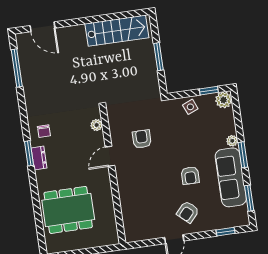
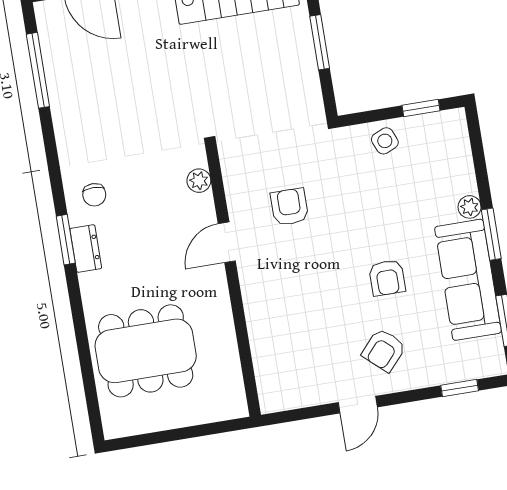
plant: (224, 100) -> (451, 126), removed

